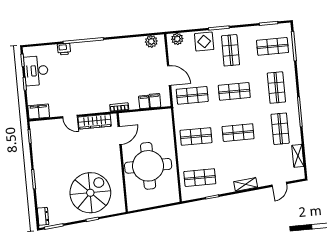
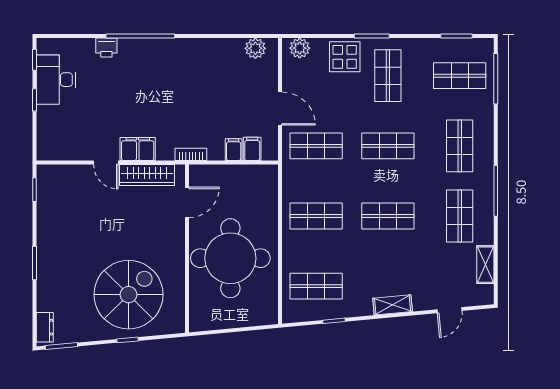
filing cabinet: (39, 111) -> (138, 149), moved

